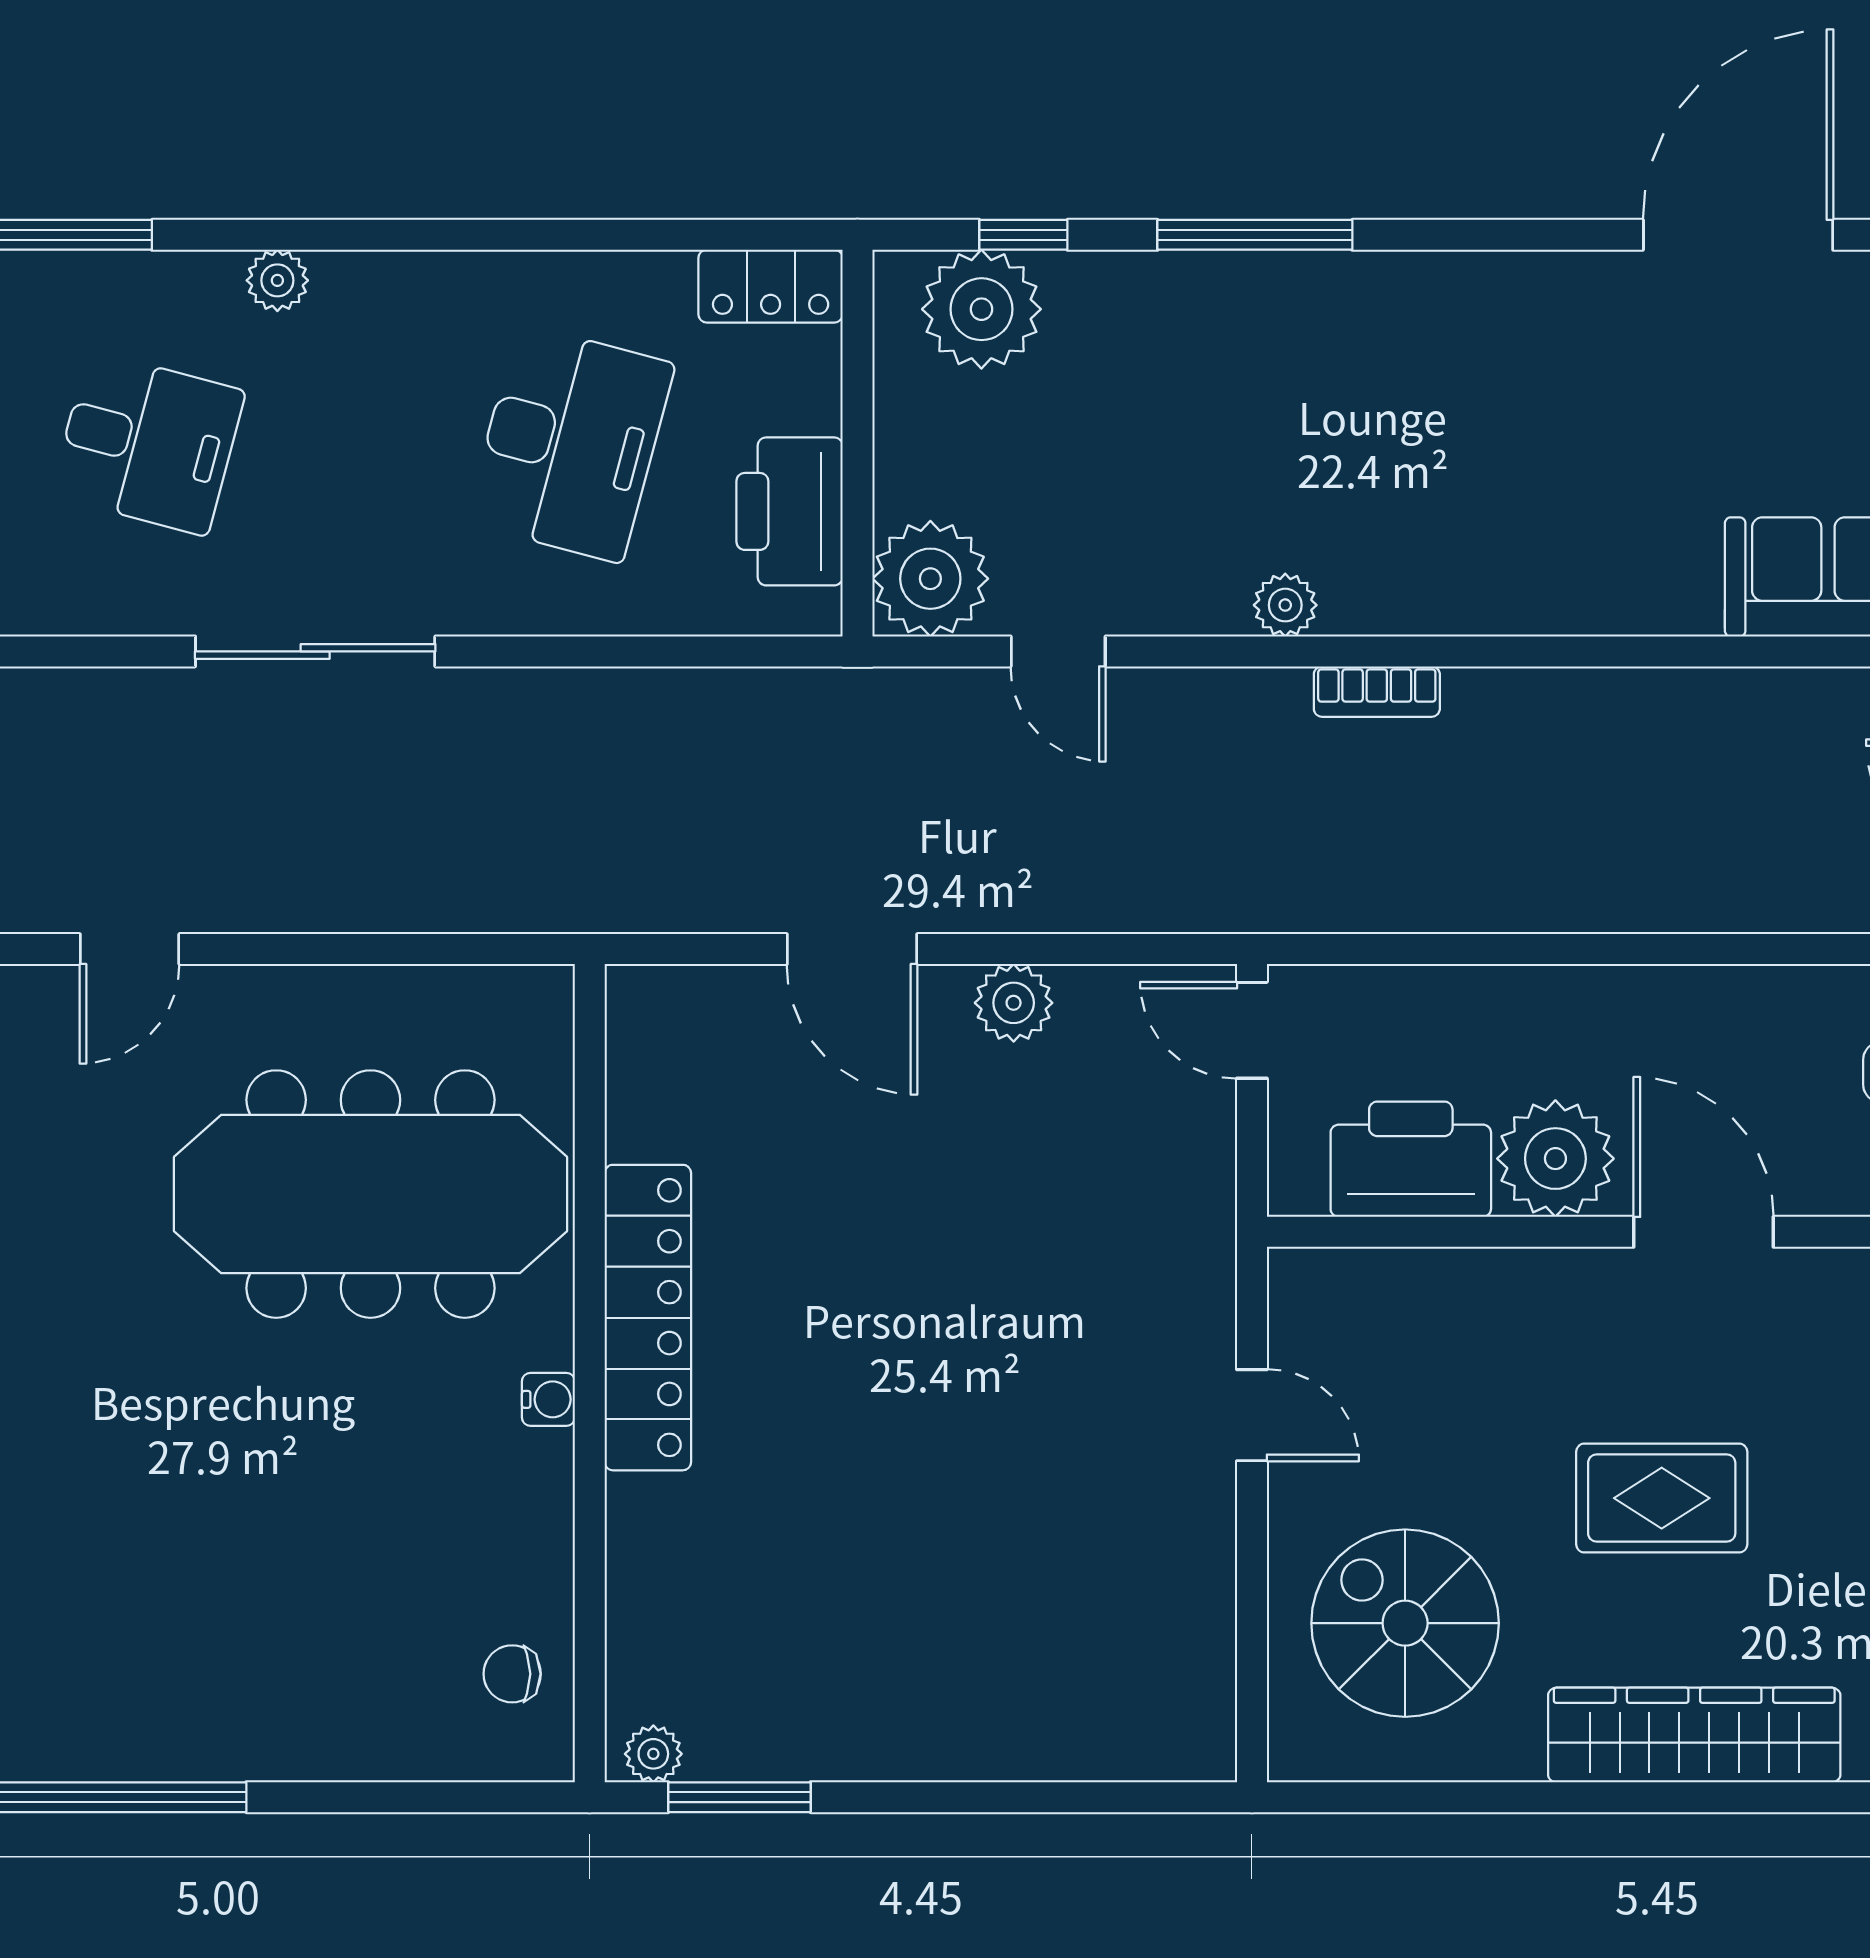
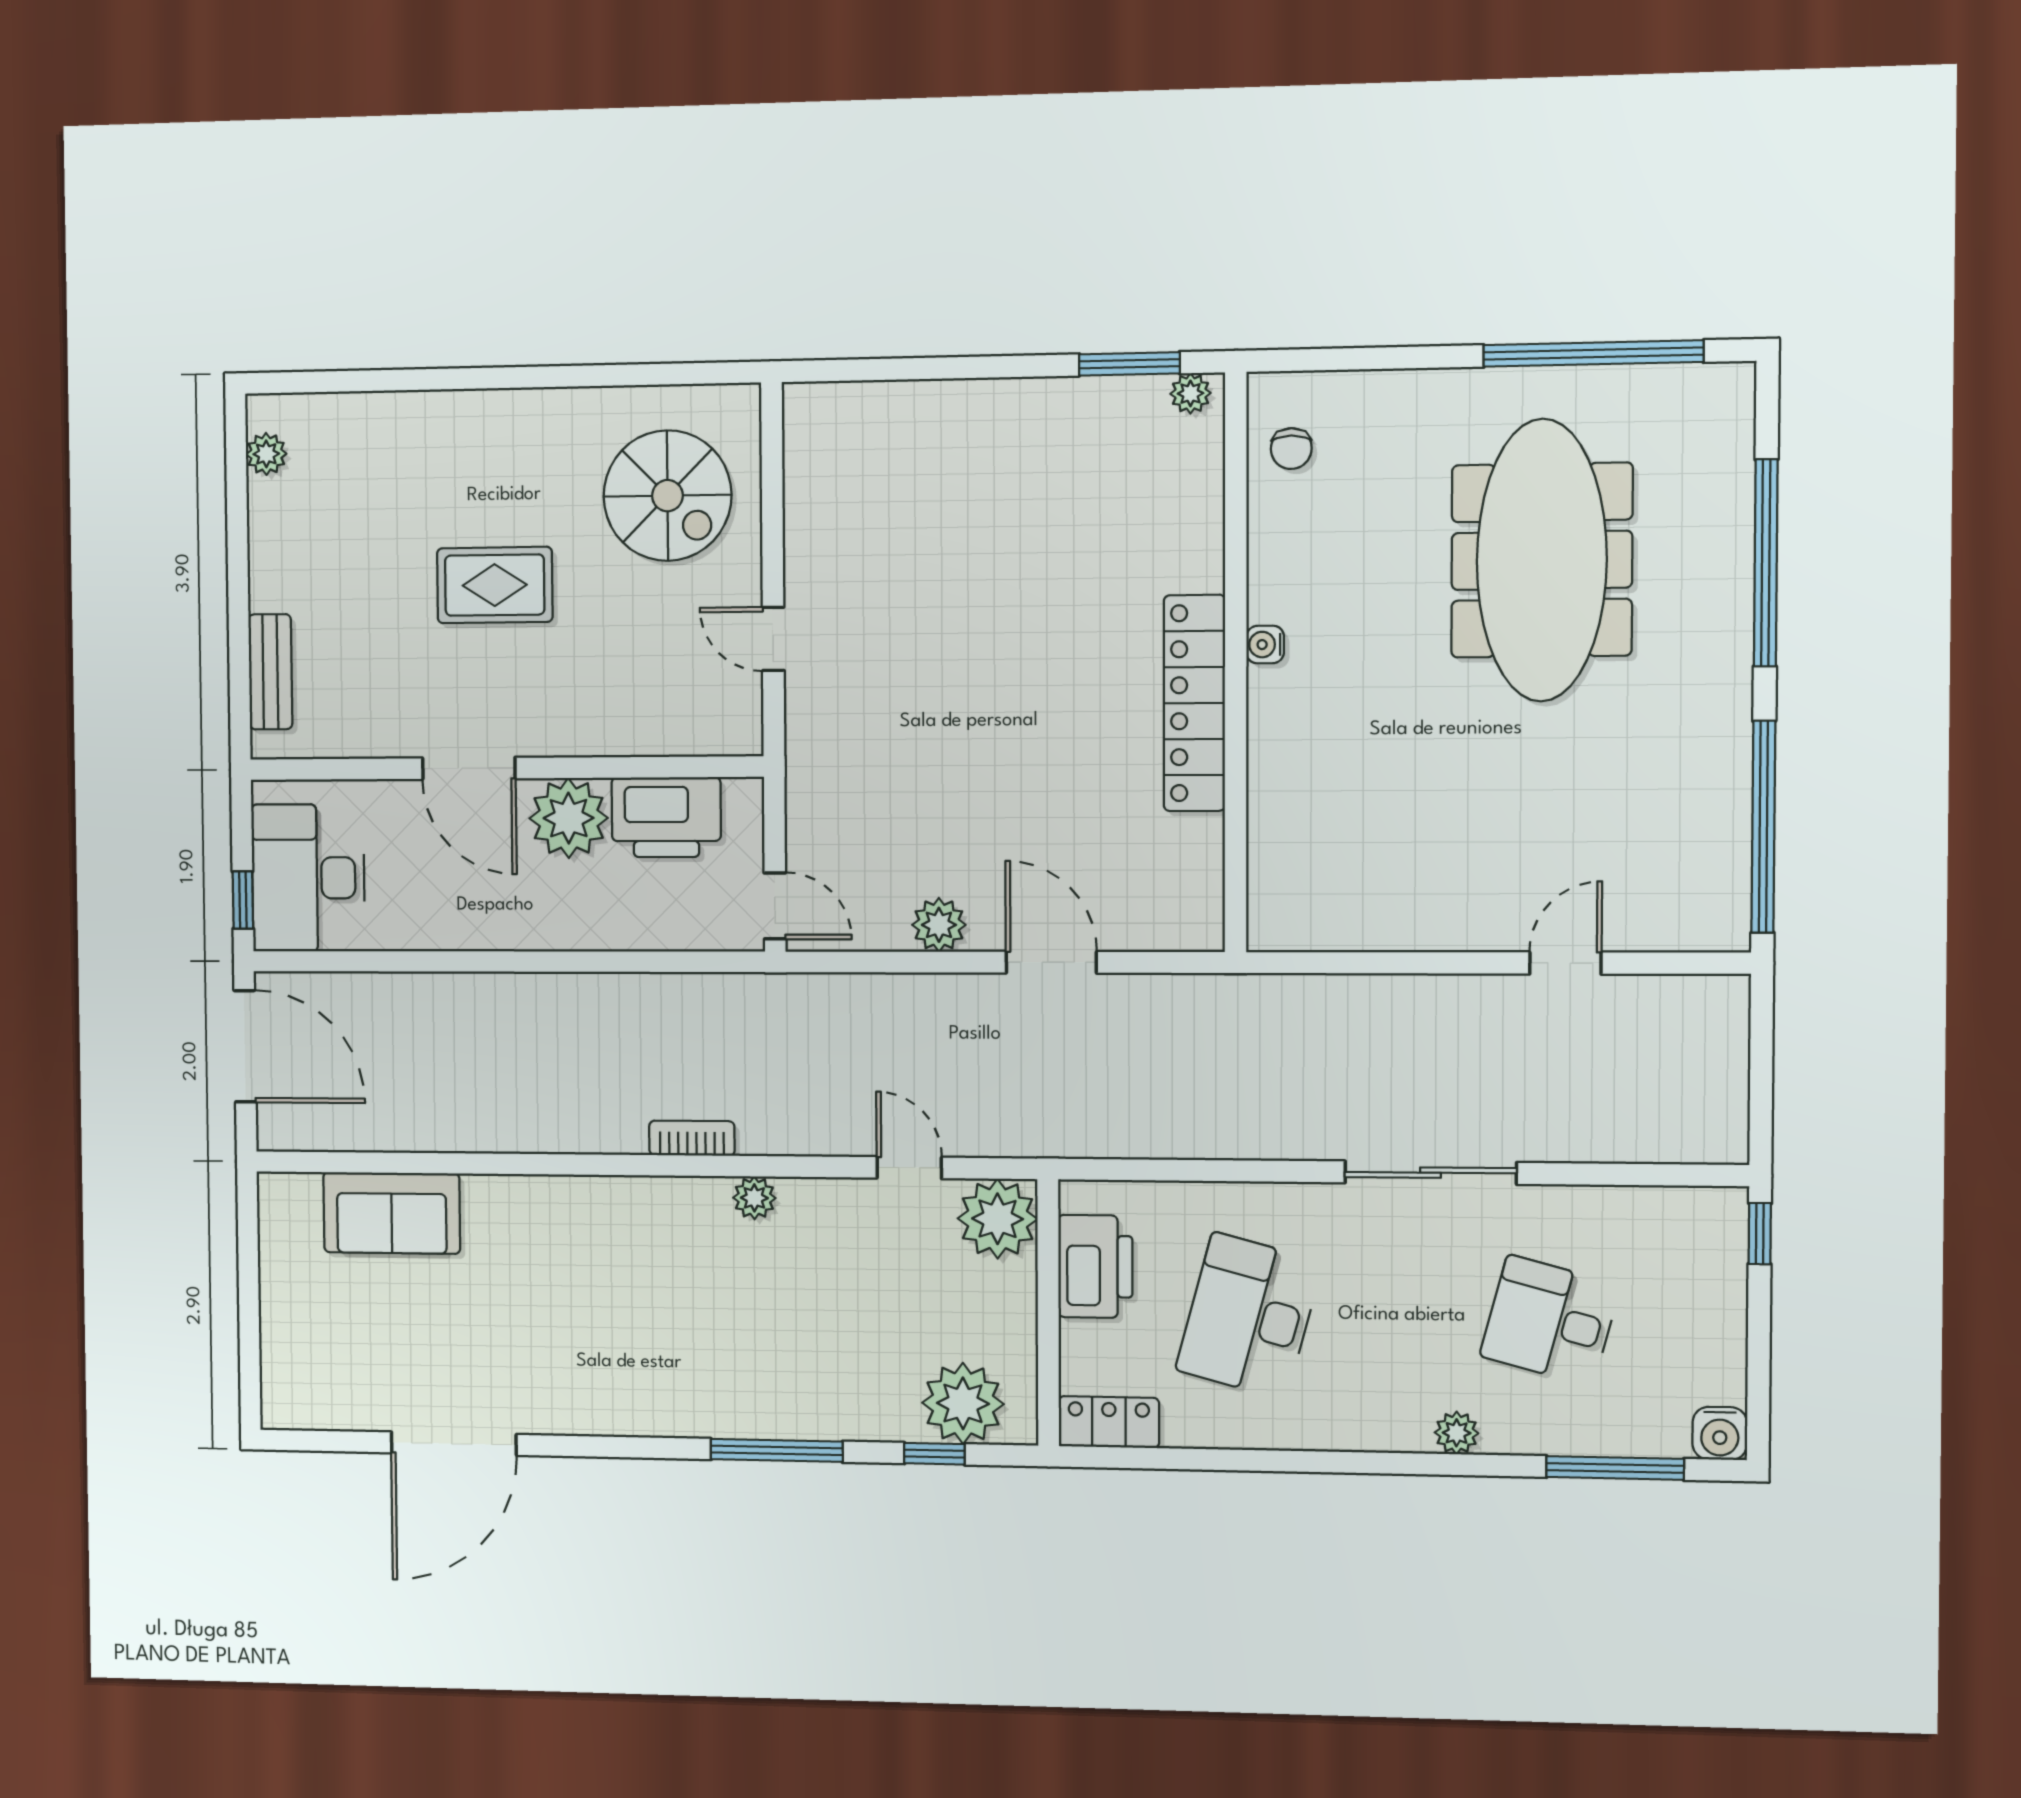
meeting table: (370, 1194) -> (1542, 560), moved, turned 90
chair: (512, 1674) -> (1291, 449), turned 90
wardrobe: (1694, 1735) -> (471, 422), removed

